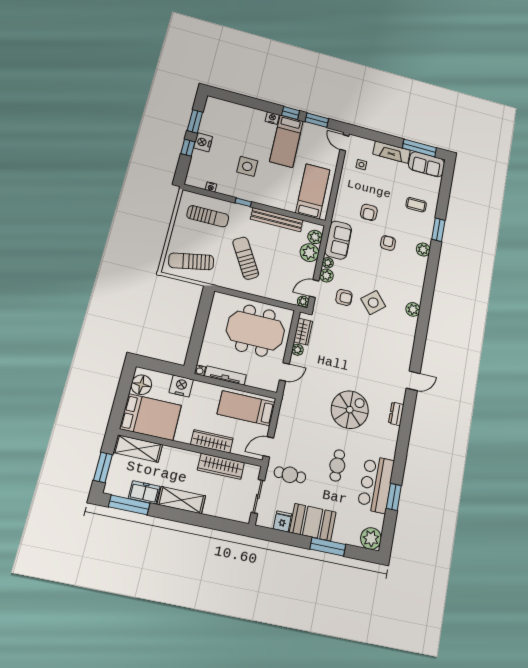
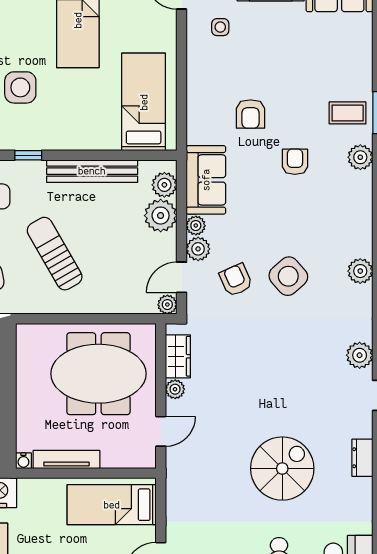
coffee table: (416, 205) -> (348, 113), moved
armchair: (344, 297) -> (236, 280), turned -114
plant: (405, 355) -> (360, 355), added

